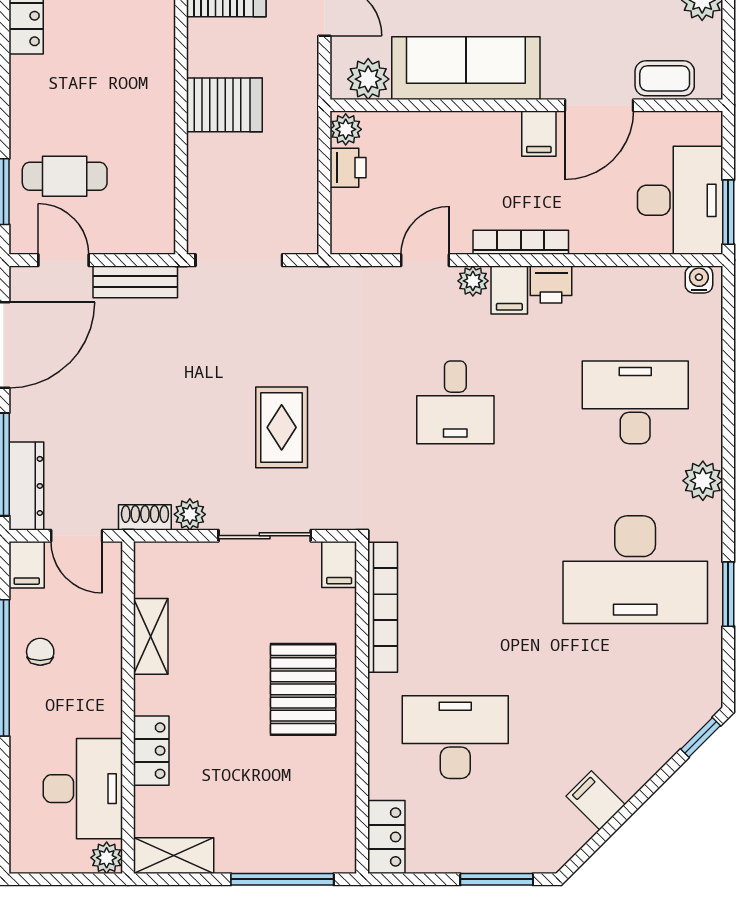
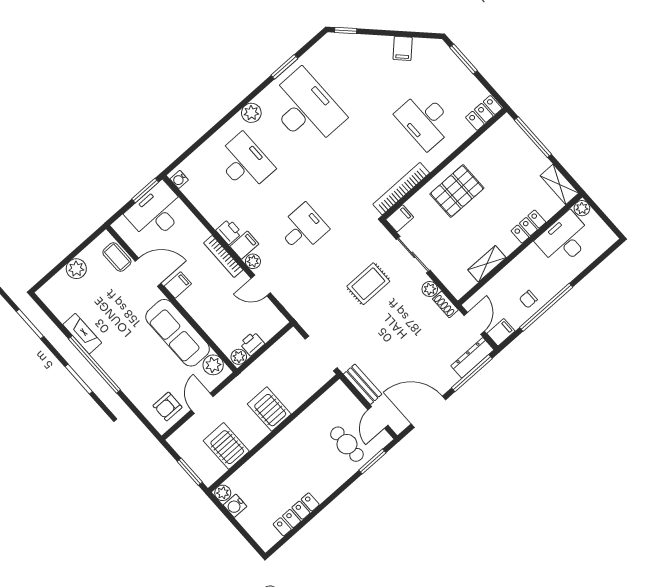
desk: (635, 402) -> (245, 163), turned 180

